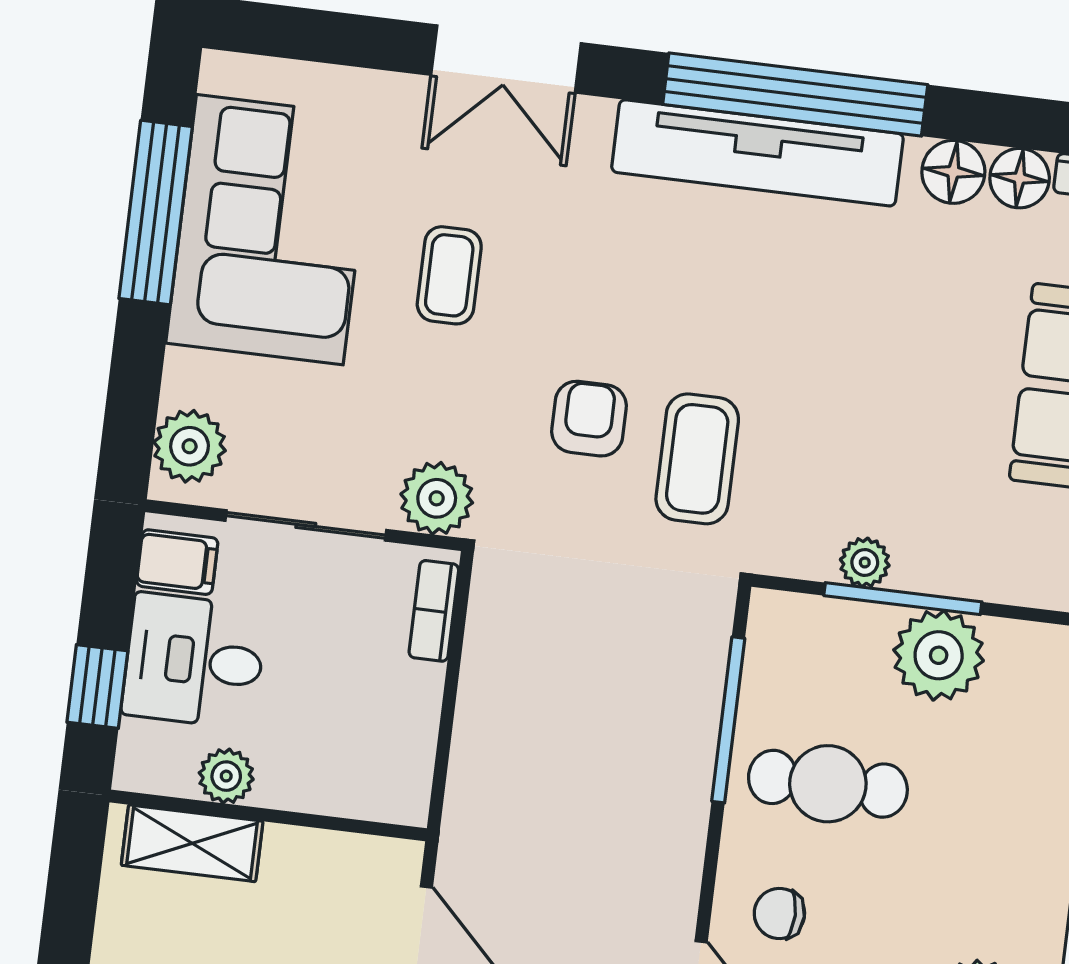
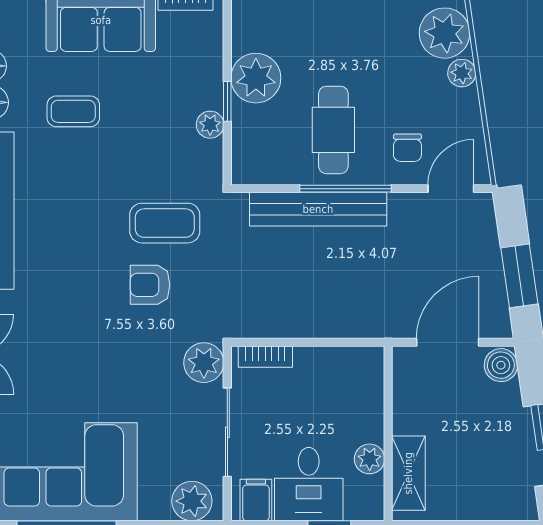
coffee table: (449, 275) -> (73, 111), moved
window: (903, 599) -> (227, 101), width x0.46
window: (728, 720) -> (345, 189), moved
bench: (688, 739) -> (318, 209), added

